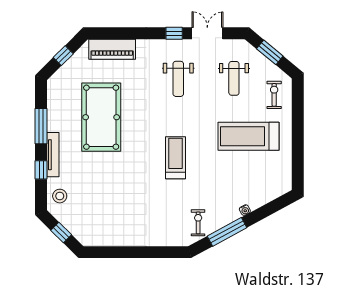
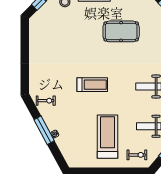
pool table: (101, 117) -> (121, 31), width x0.73, depth x0.76
window: (227, 232) -> (44, 130), moved

